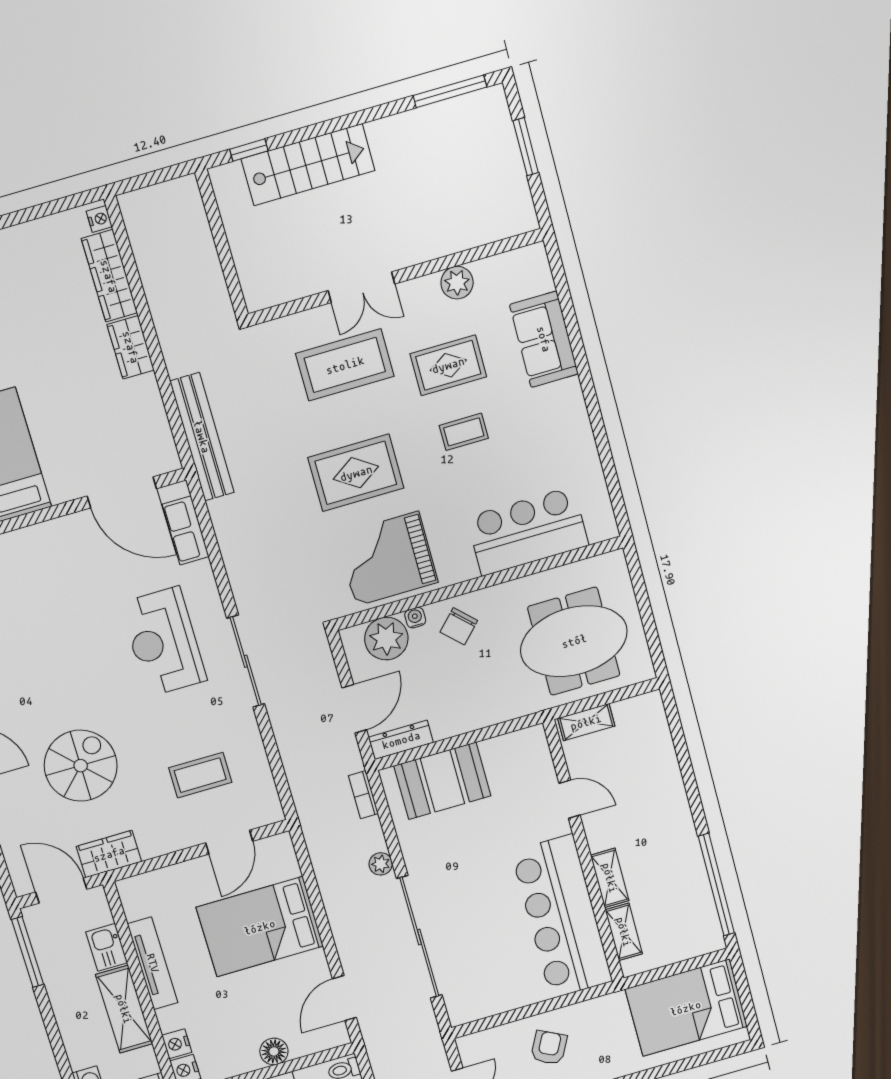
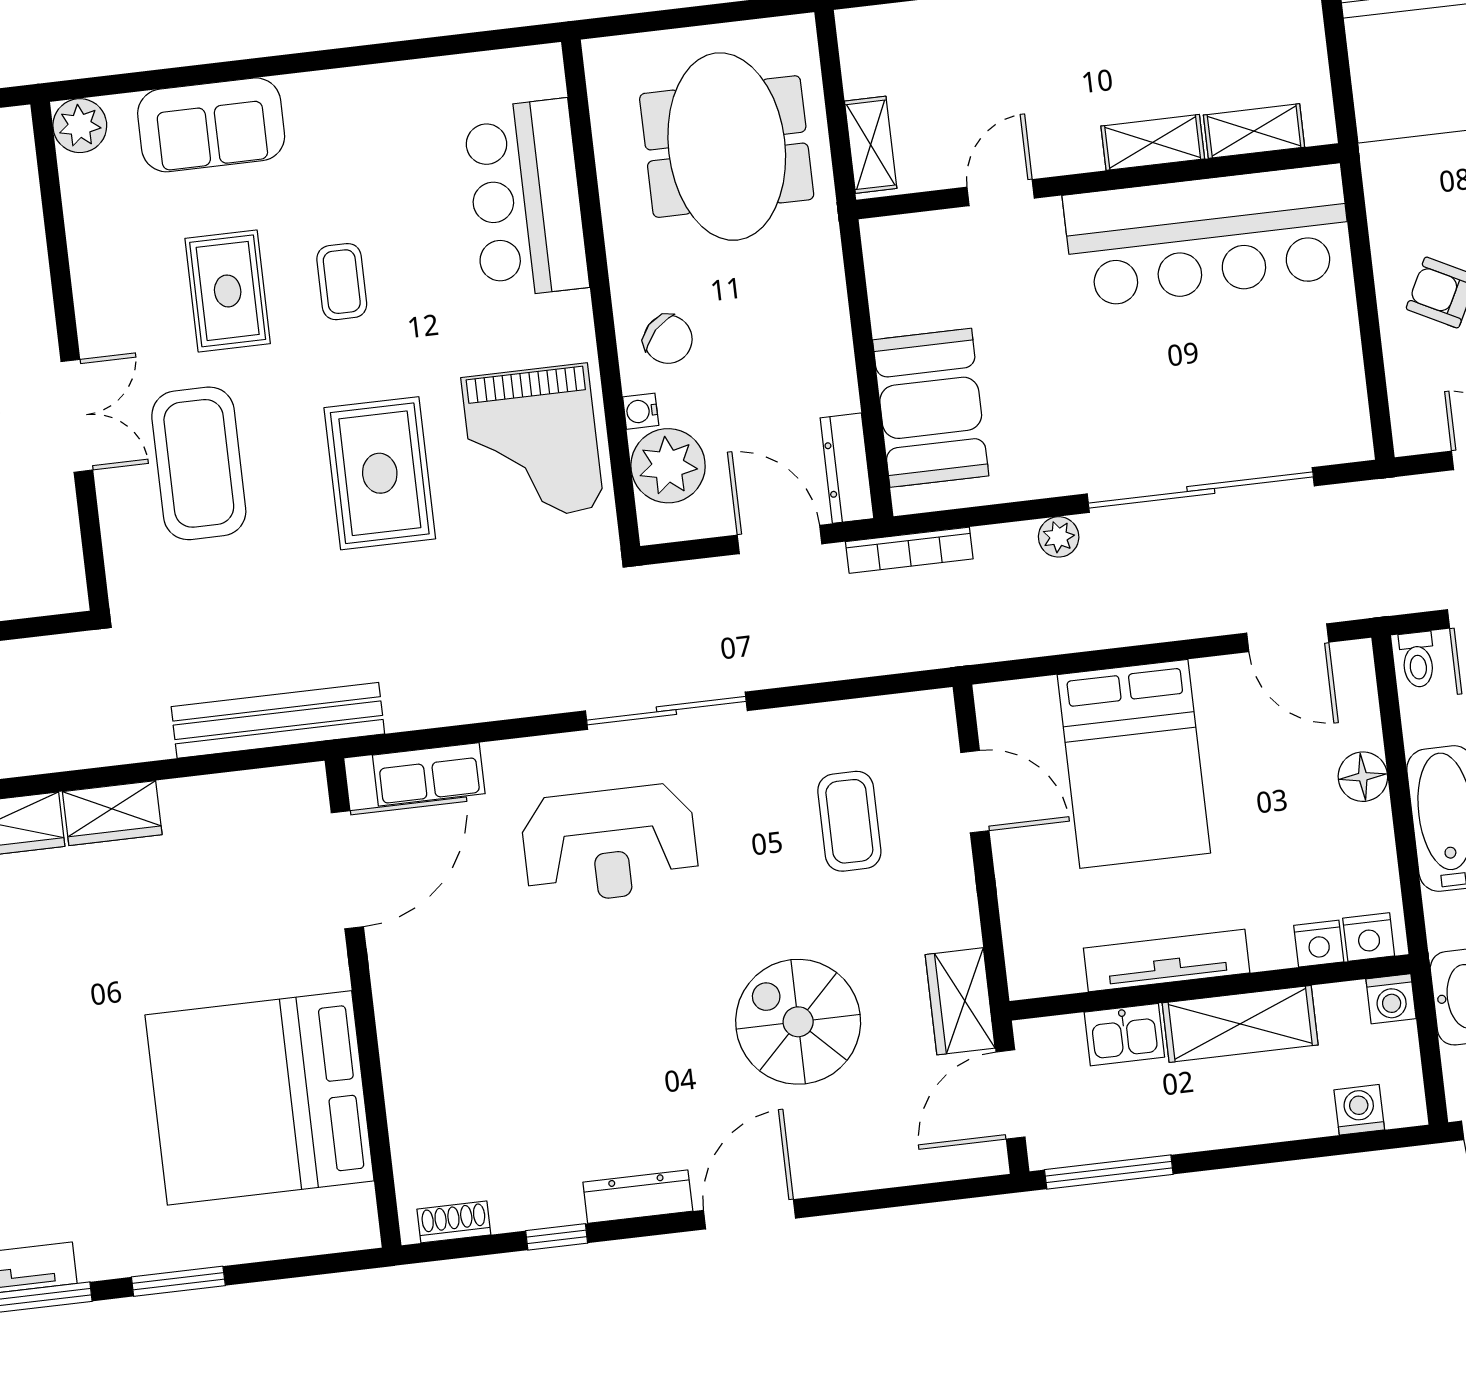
plant: (457, 283) -> (80, 126), moved
bookcase: (363, 795) -> (909, 550), width x1.56

